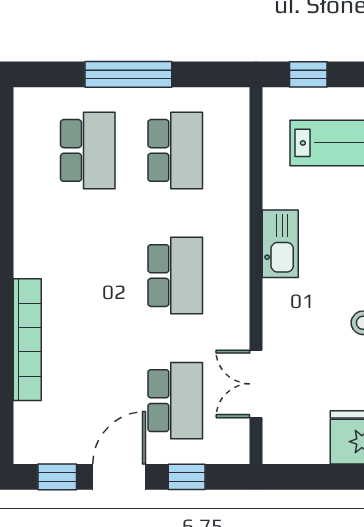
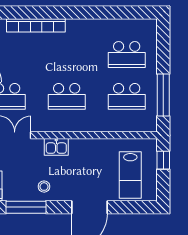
window: (128, 74) -> (163, 95), moved
kitchen sink: (280, 244) -> (56, 147), moved, width x0.73

